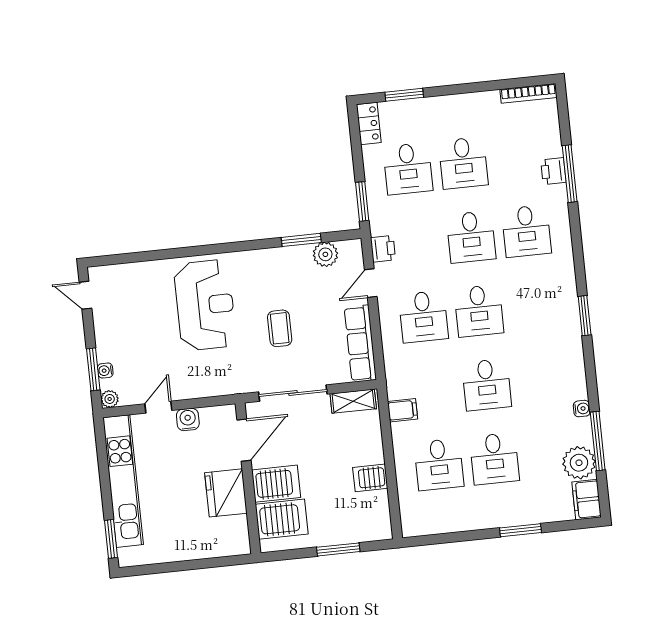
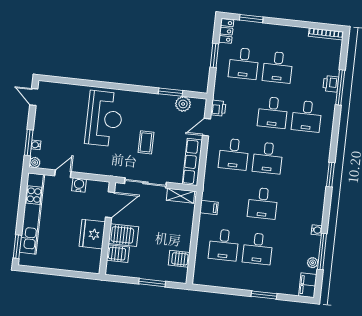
window: (362, 201) -> (214, 55), moved
plant: (579, 463) -> (313, 263), width x0.53, depth x0.53
server rack: (370, 478) -> (179, 259), moved
server rack: (282, 519) -> (118, 254), width x0.73, depth x0.70

